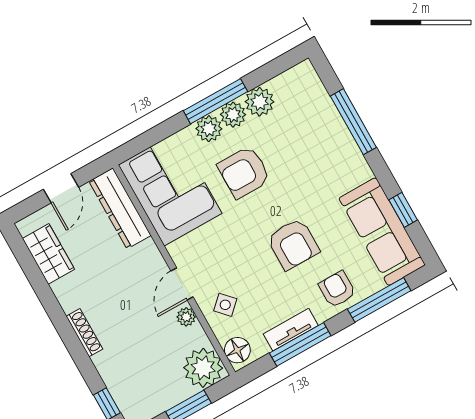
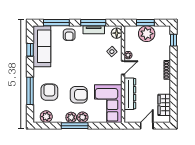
plant: (260, 102) -> (46, 117), moved
dresser: (120, 208) -> (130, 94), moved
armchair: (293, 244) -> (49, 92), moved
plant: (203, 368) -> (147, 34), moved

